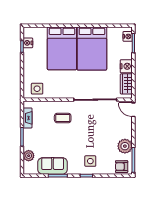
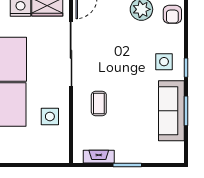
side table: (37, 89) -> (50, 116), moved
plant: (29, 156) -> (156, 155), removed
sofa: (53, 166) -> (171, 111), width x1.36

